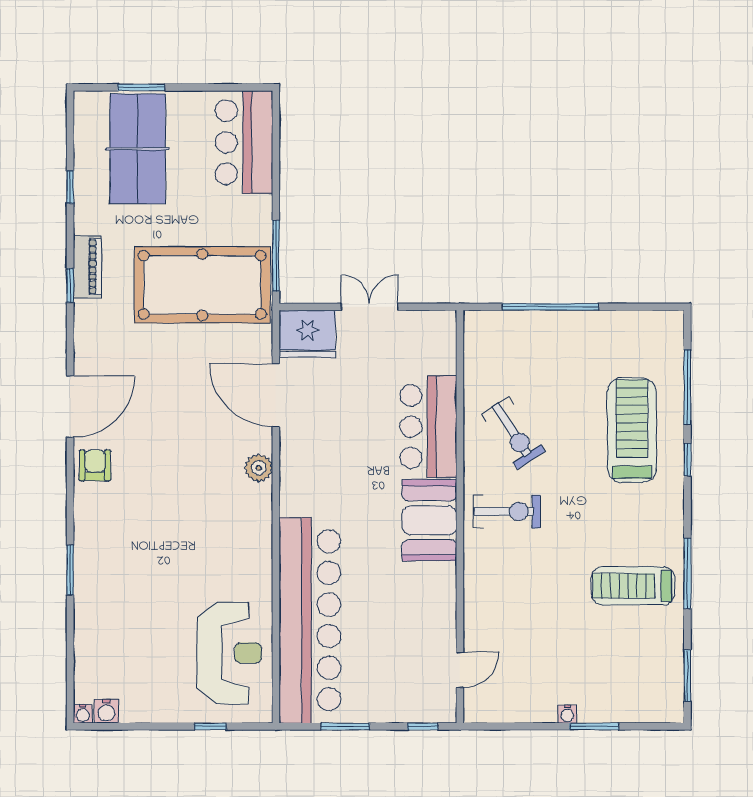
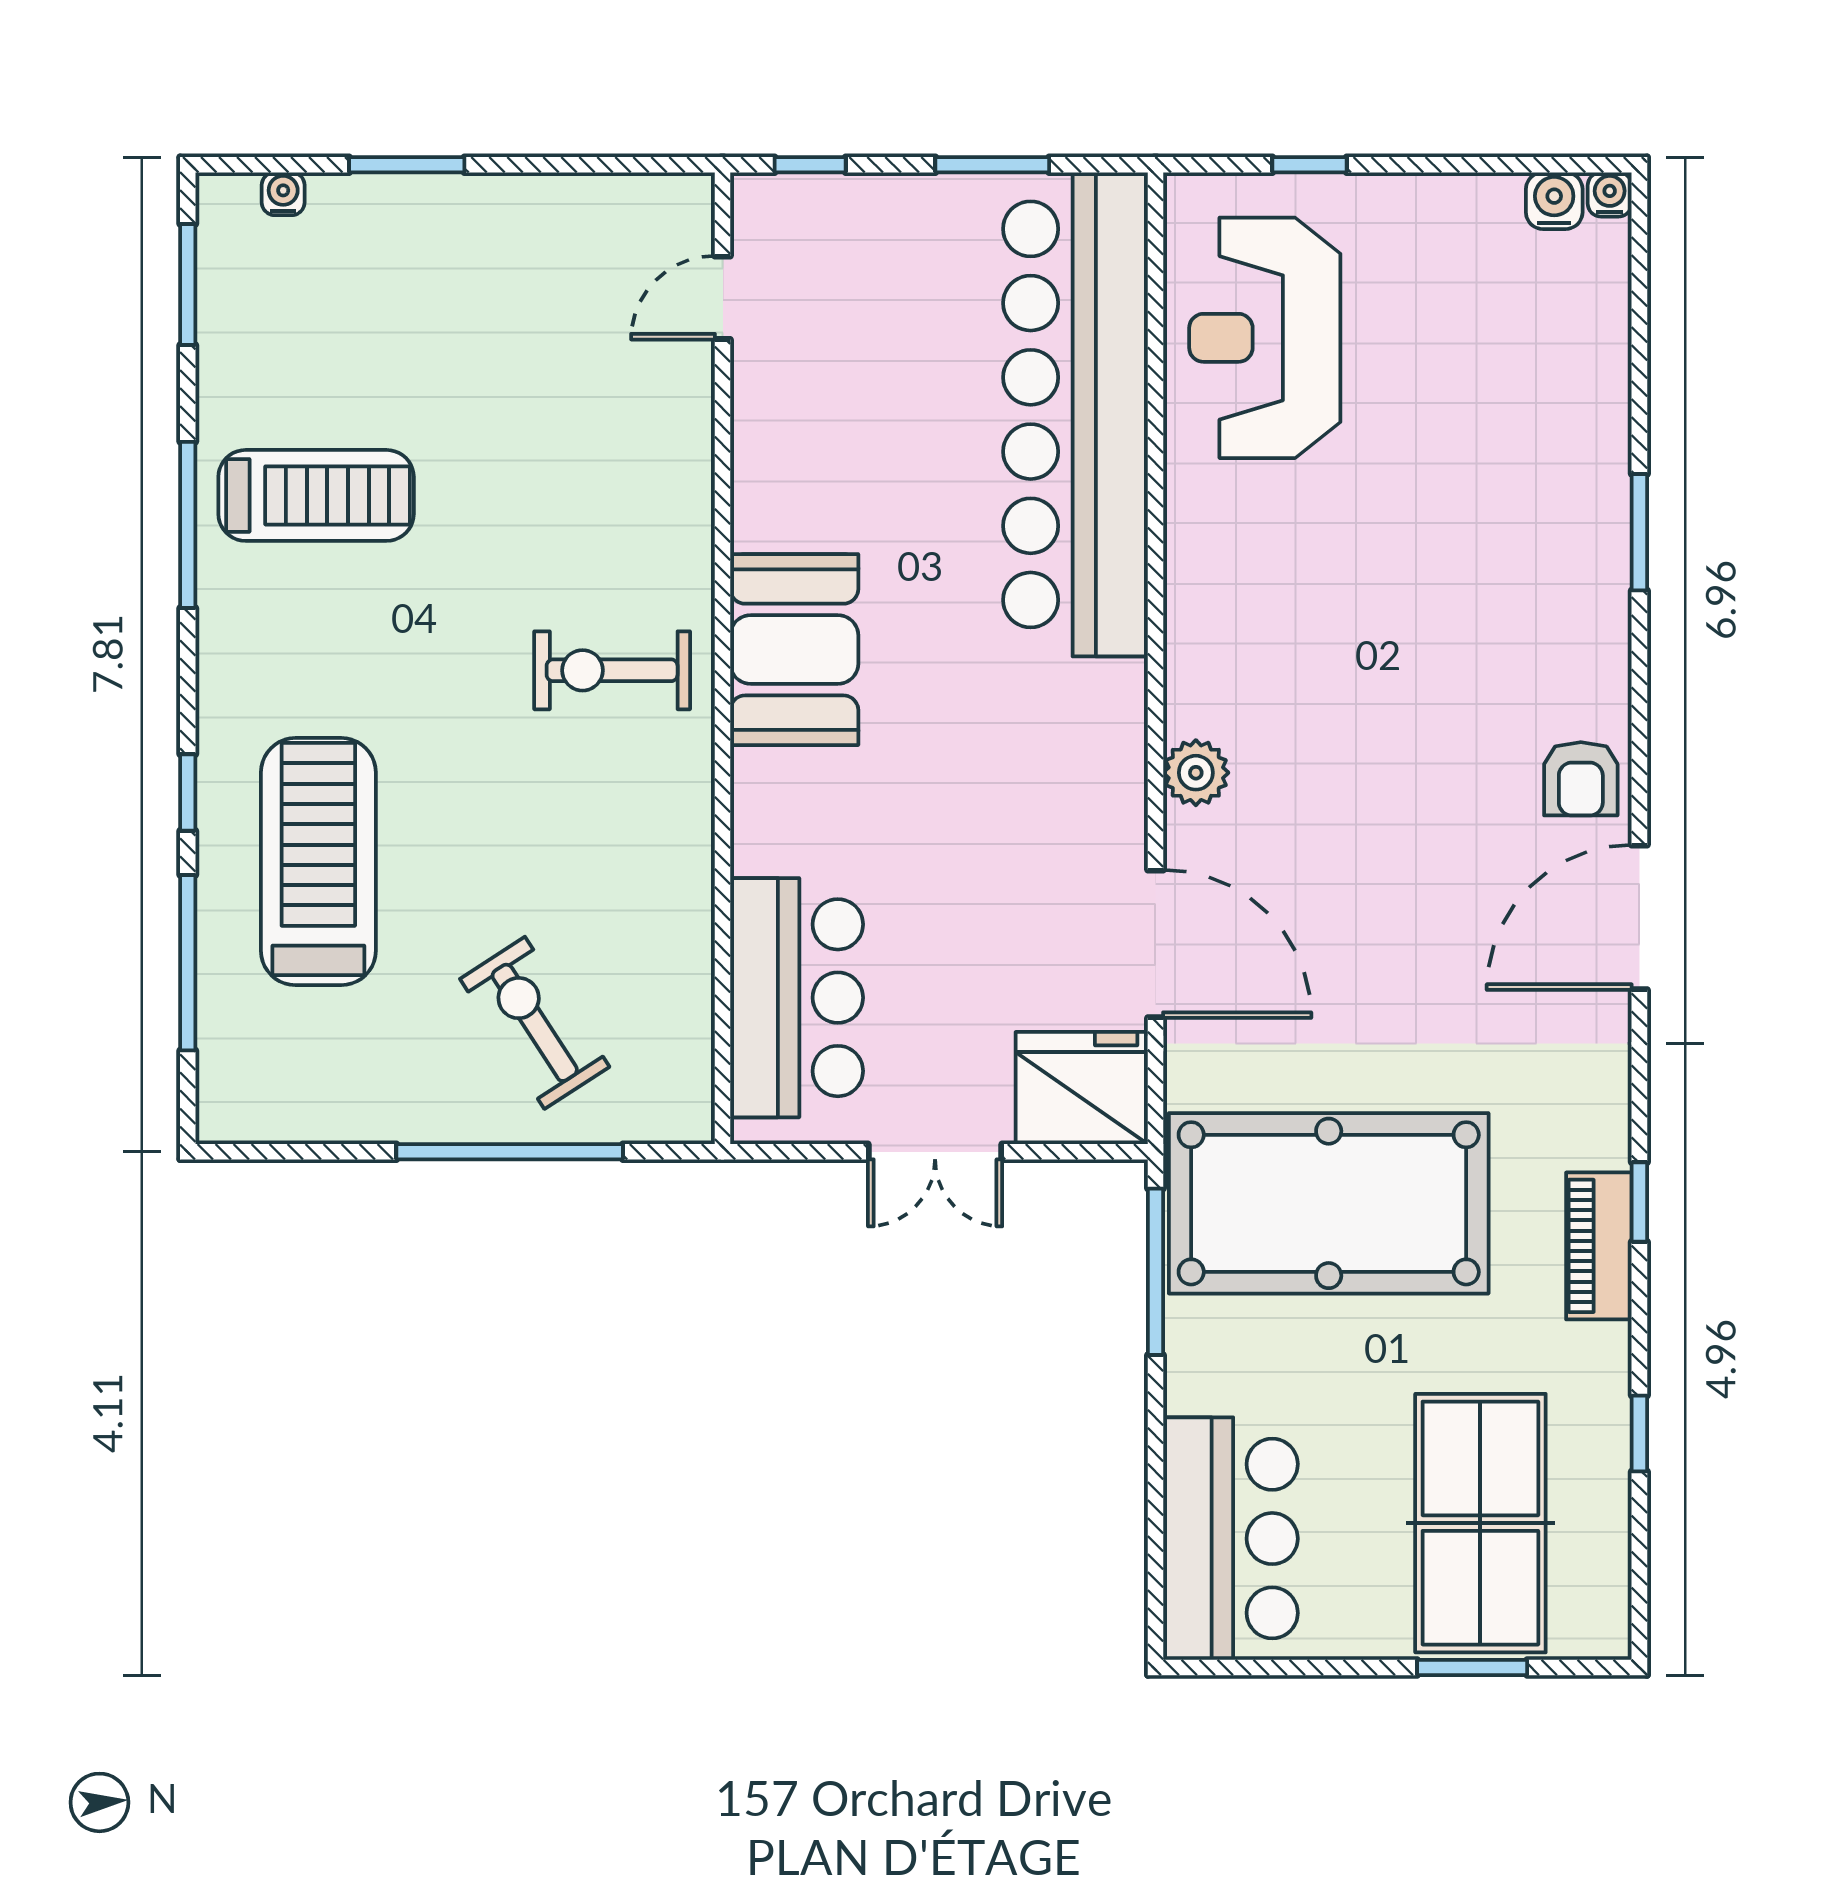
bar counter: (428, 427) -> (797, 998), moved
treadmill: (632, 430) -> (318, 862), turned 180
exercise bike: (513, 433) -> (535, 1023), moved
water cooler: (567, 714) -> (283, 194), moved

